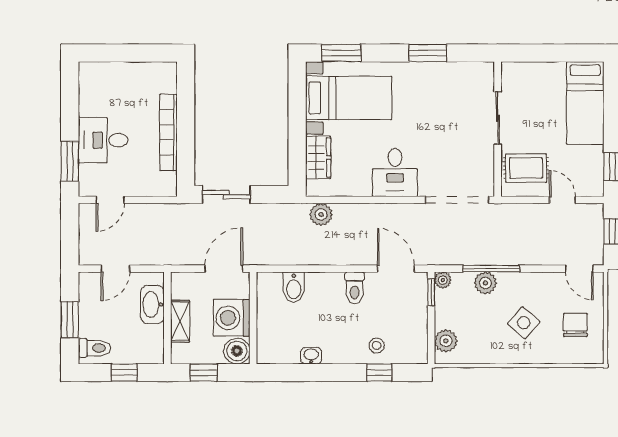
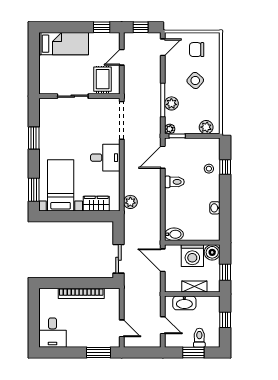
desk: (103, 140) -> (52, 333), moved
bidet: (294, 287) -> (174, 234), moved
toilet: (94, 348) -> (199, 338), moved

